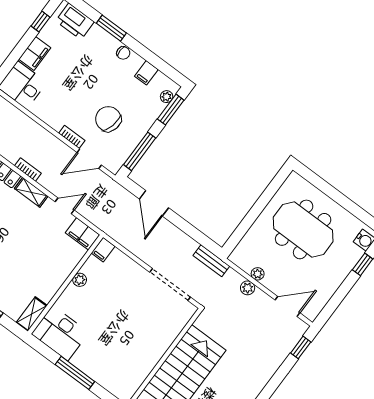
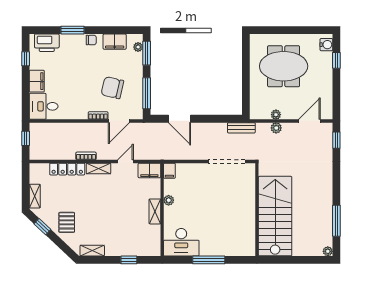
filing cabinet: (146, 73) -> (115, 42), width x2.00
shelving: (32, 314) -> (155, 211), moved

